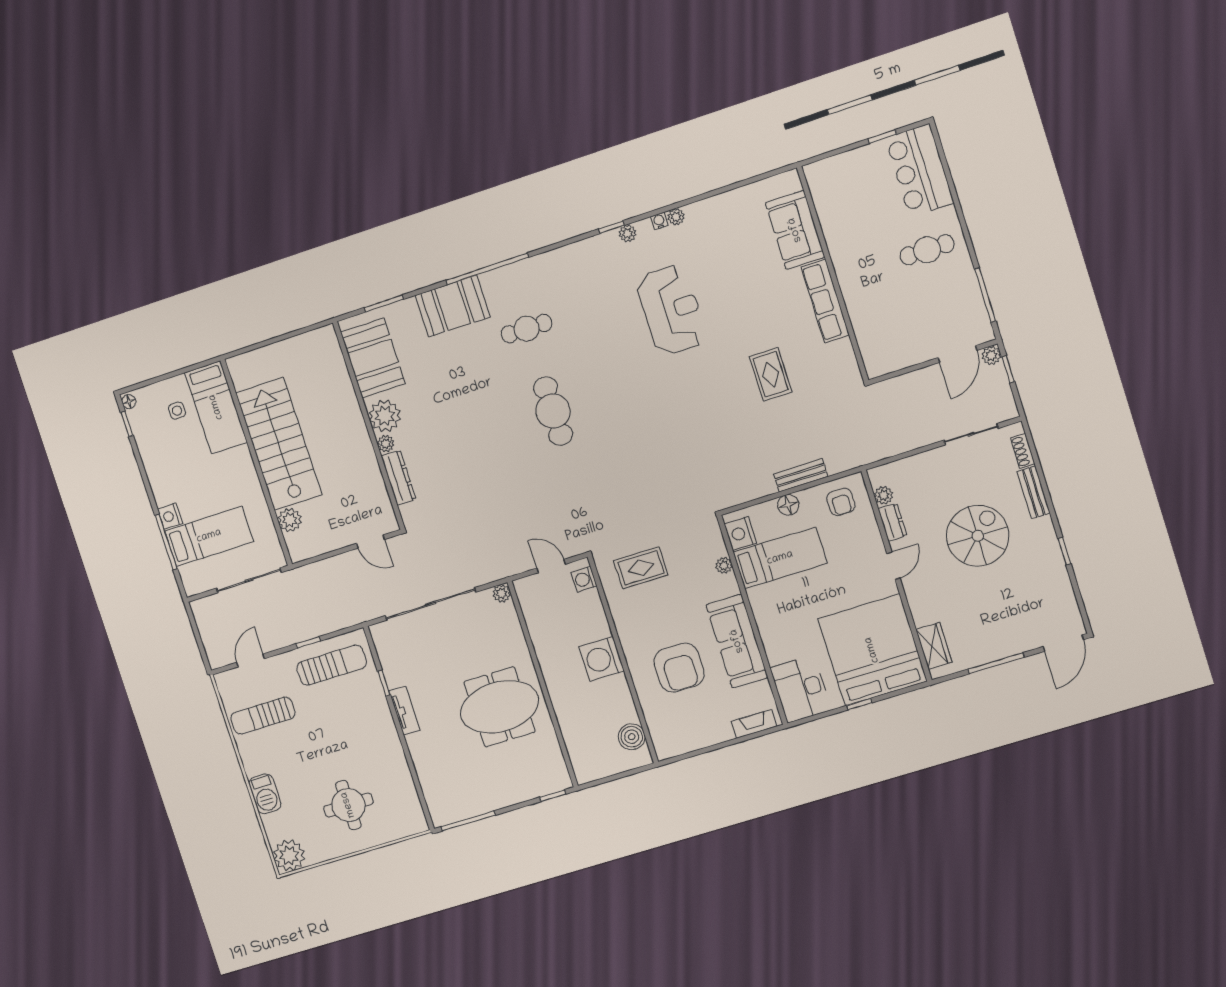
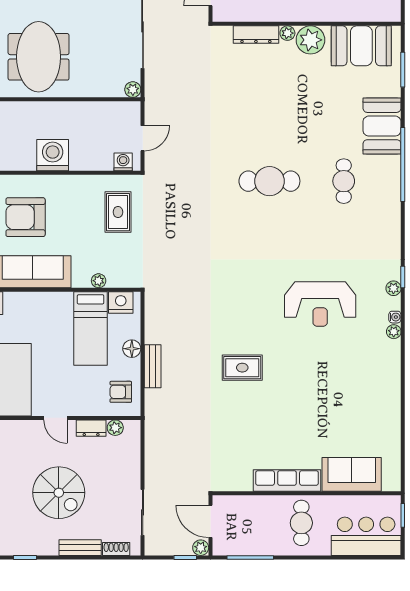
sofa: (795, 230) -> (352, 474), moved
wall: (833, 274) -> (307, 493), moved
row of seats: (825, 301) -> (287, 481), moved

